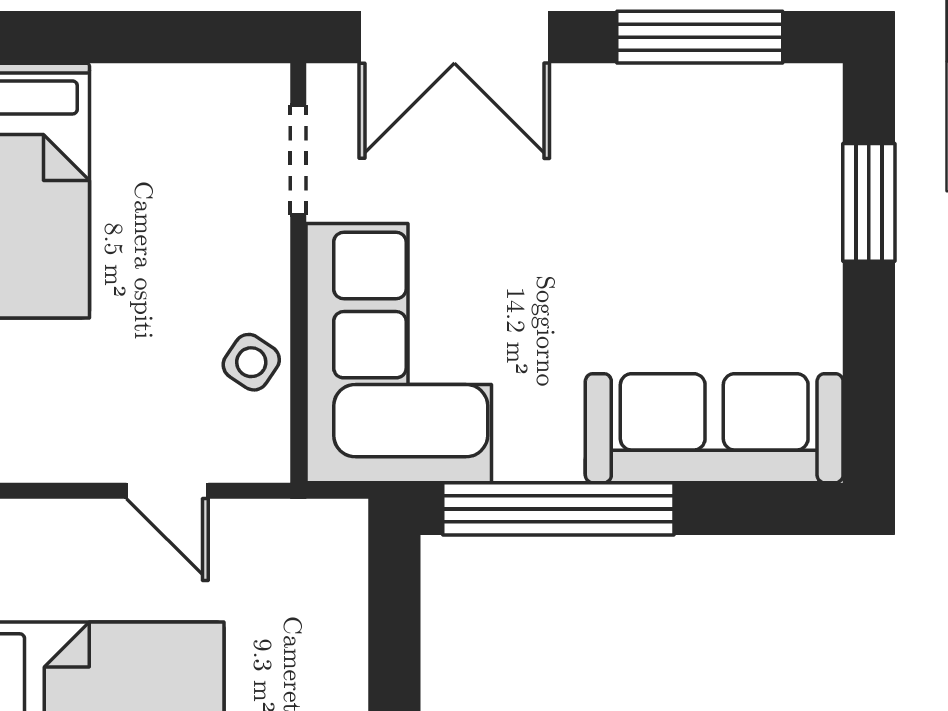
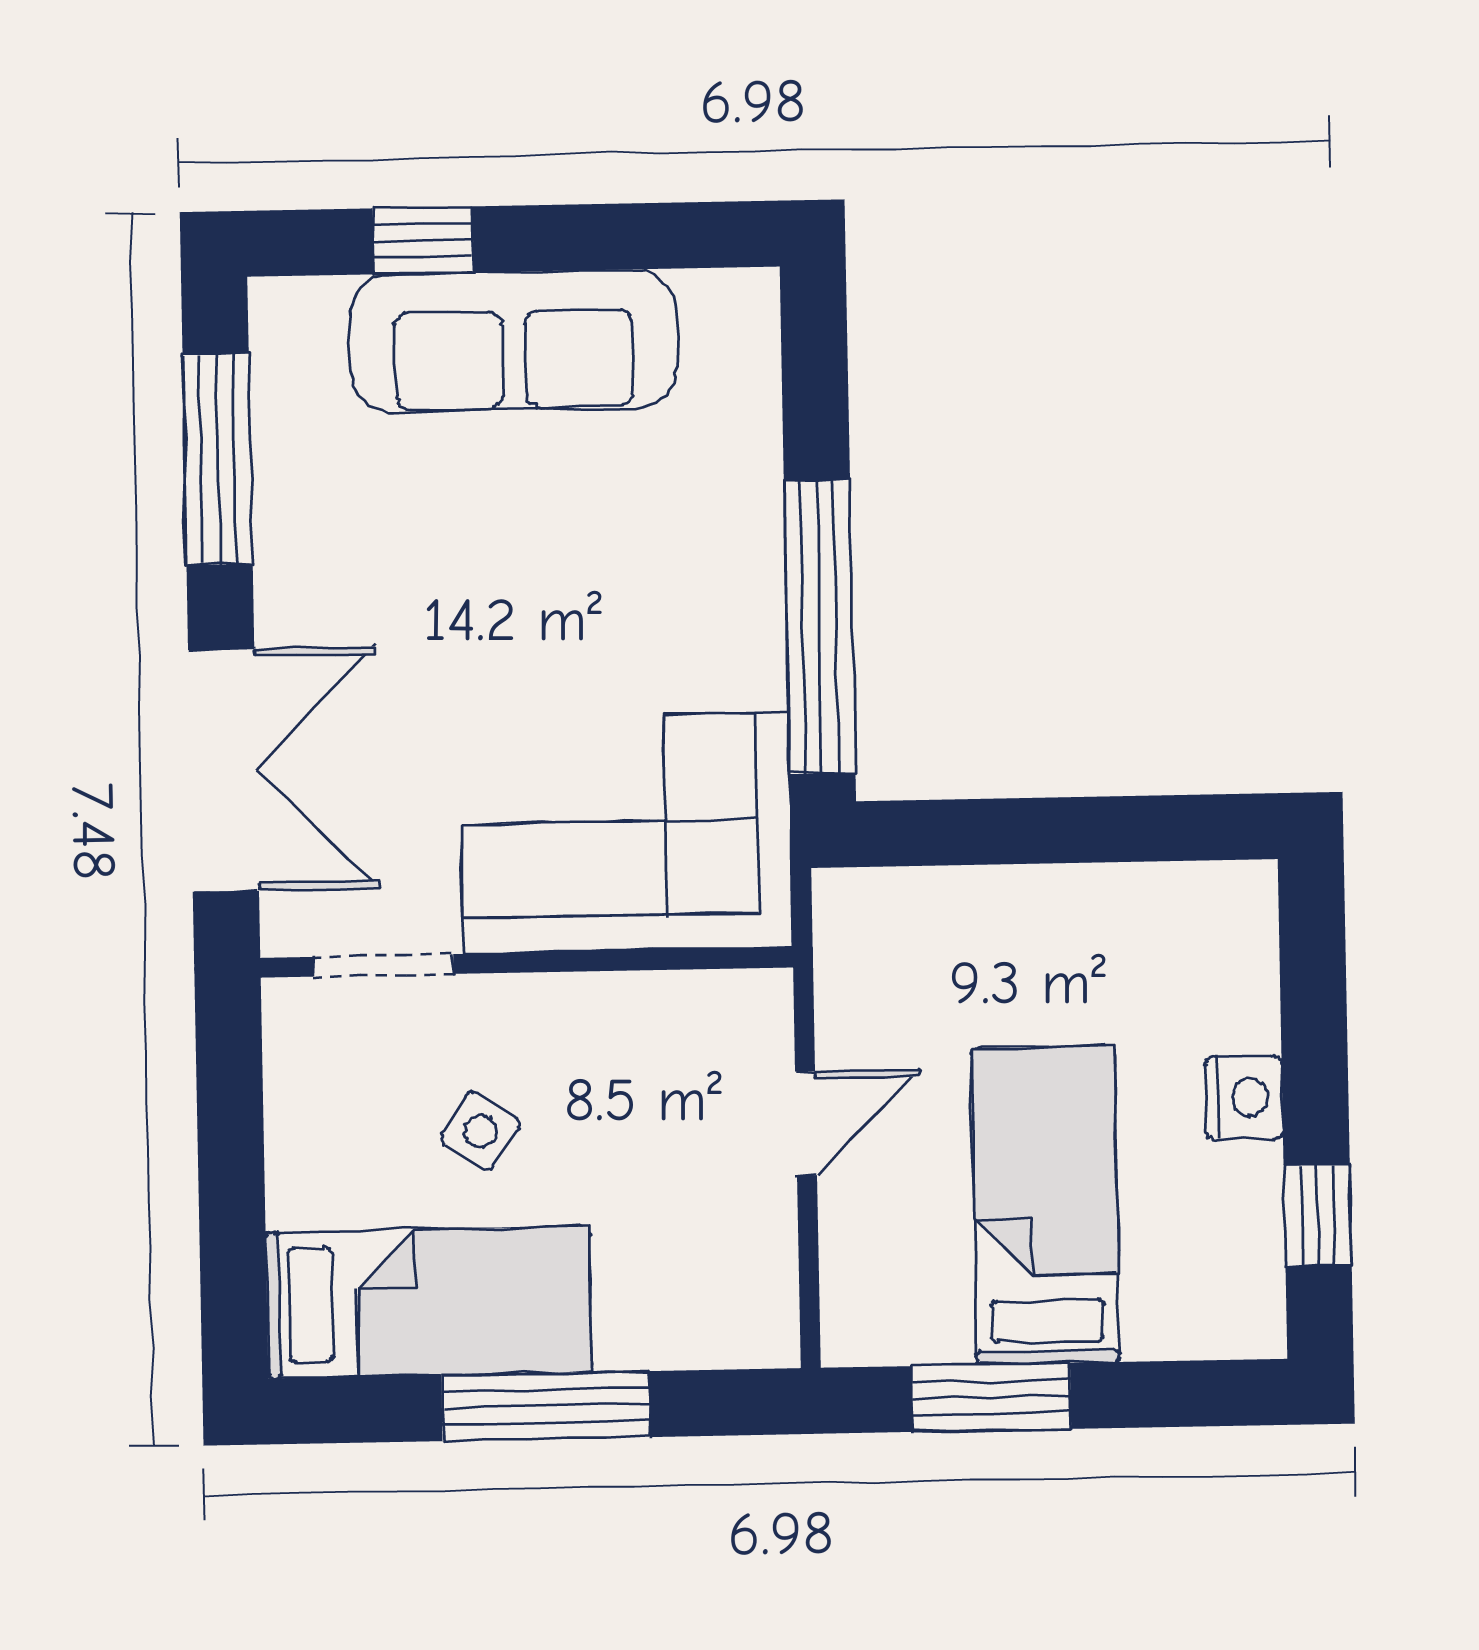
window: (869, 202) -> (423, 240), width x0.67
side table: (251, 362) -> (480, 1131), moved
sofa: (714, 428) -> (513, 341), moved, turned -90

